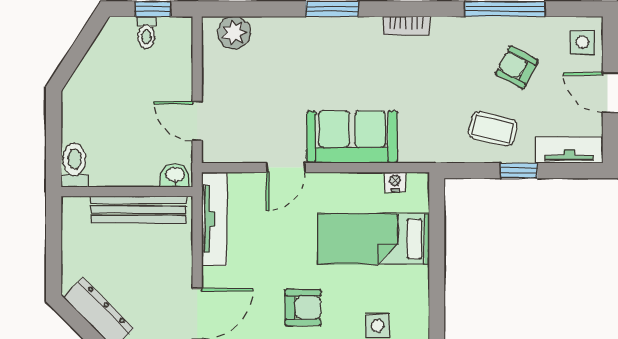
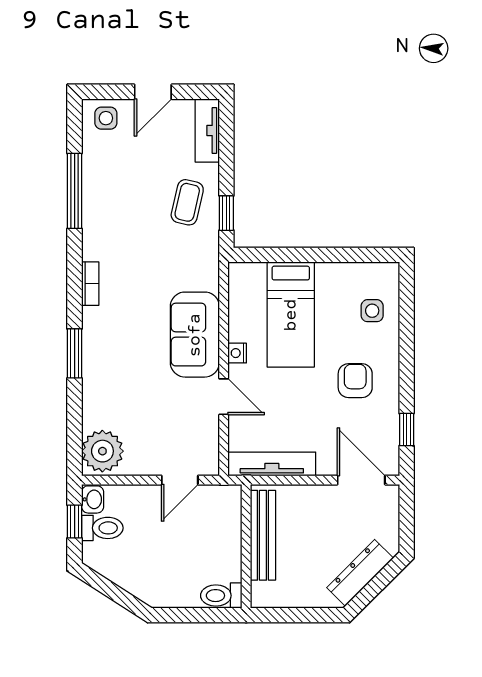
toilet: (146, 32) -> (102, 528), width x1.37, depth x1.39
plant: (234, 33) -> (102, 451), width x1.36, depth x1.36
armchair: (517, 67) -> (129, 180), removed
window: (519, 171) -> (226, 213), moved
washbasin: (175, 175) -> (93, 499), moved, turned 180
nightstand: (395, 182) -> (237, 353), moved

